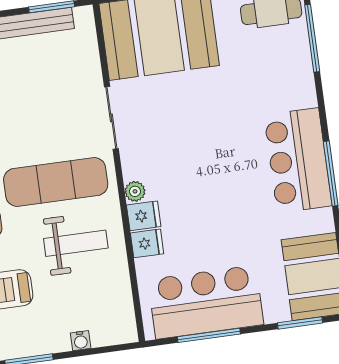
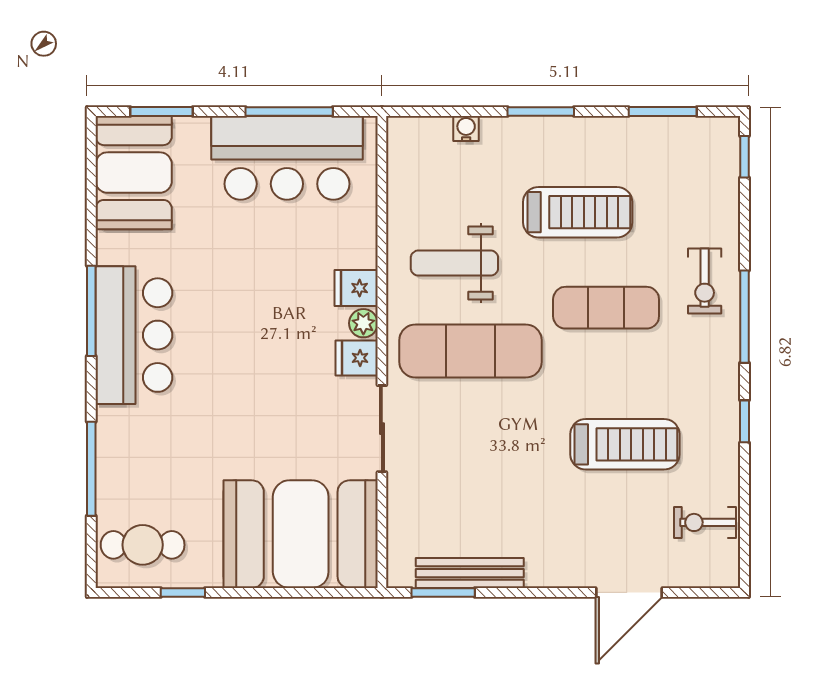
window: (312, 38) -> (91, 469), moved
fridge: (147, 243) -> (357, 358), moved

